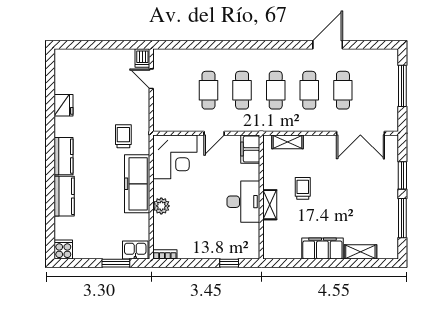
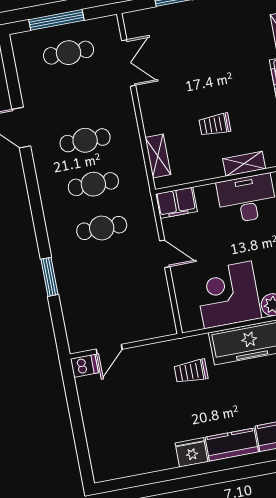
window: (213, 45) -> (50, 277), added
cafe table: (208, 90) -> (110, 272), removed
cafe table: (343, 90) -> (69, 53), moved
fridge: (63, 105) -> (192, 452), moved
double door: (360, 133) -> (129, 63), width x0.73
corner desk: (175, 157) -> (228, 295), moved, turned -90

